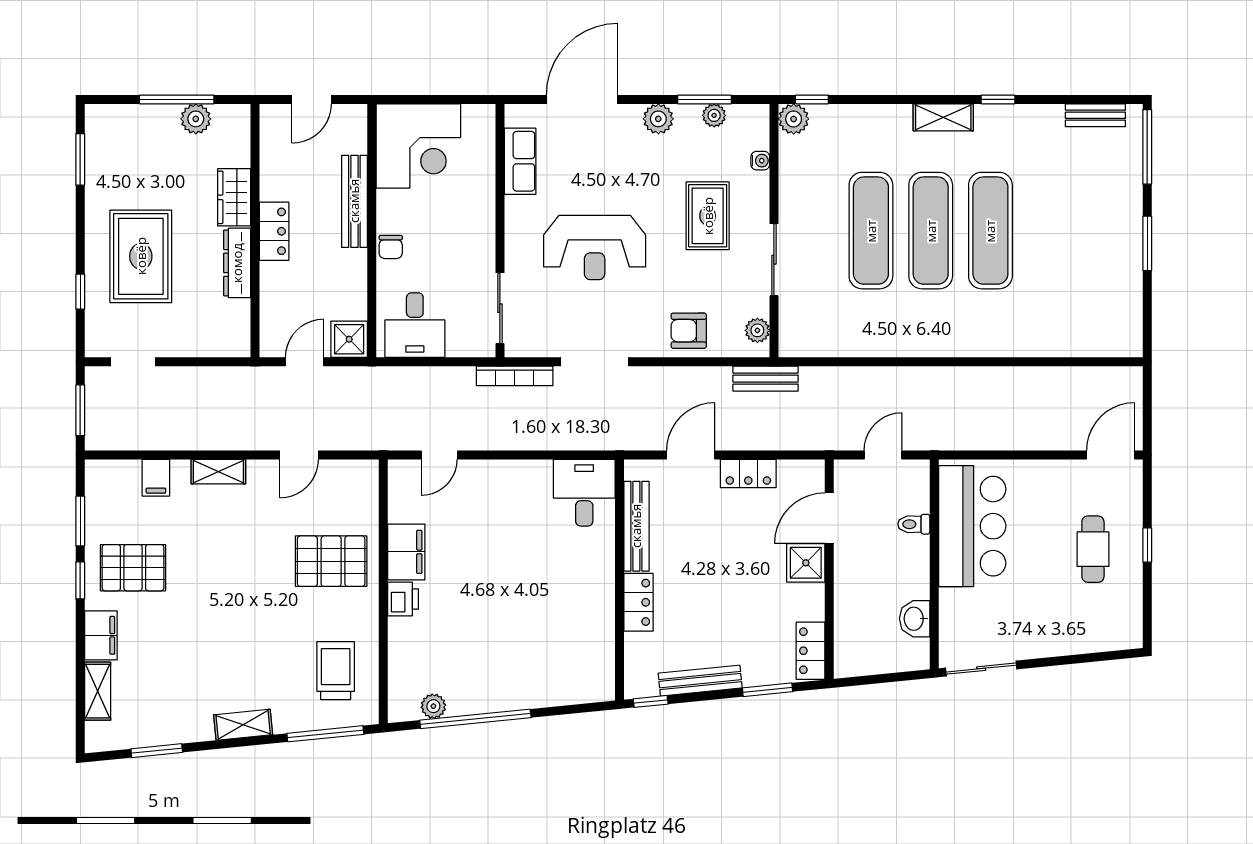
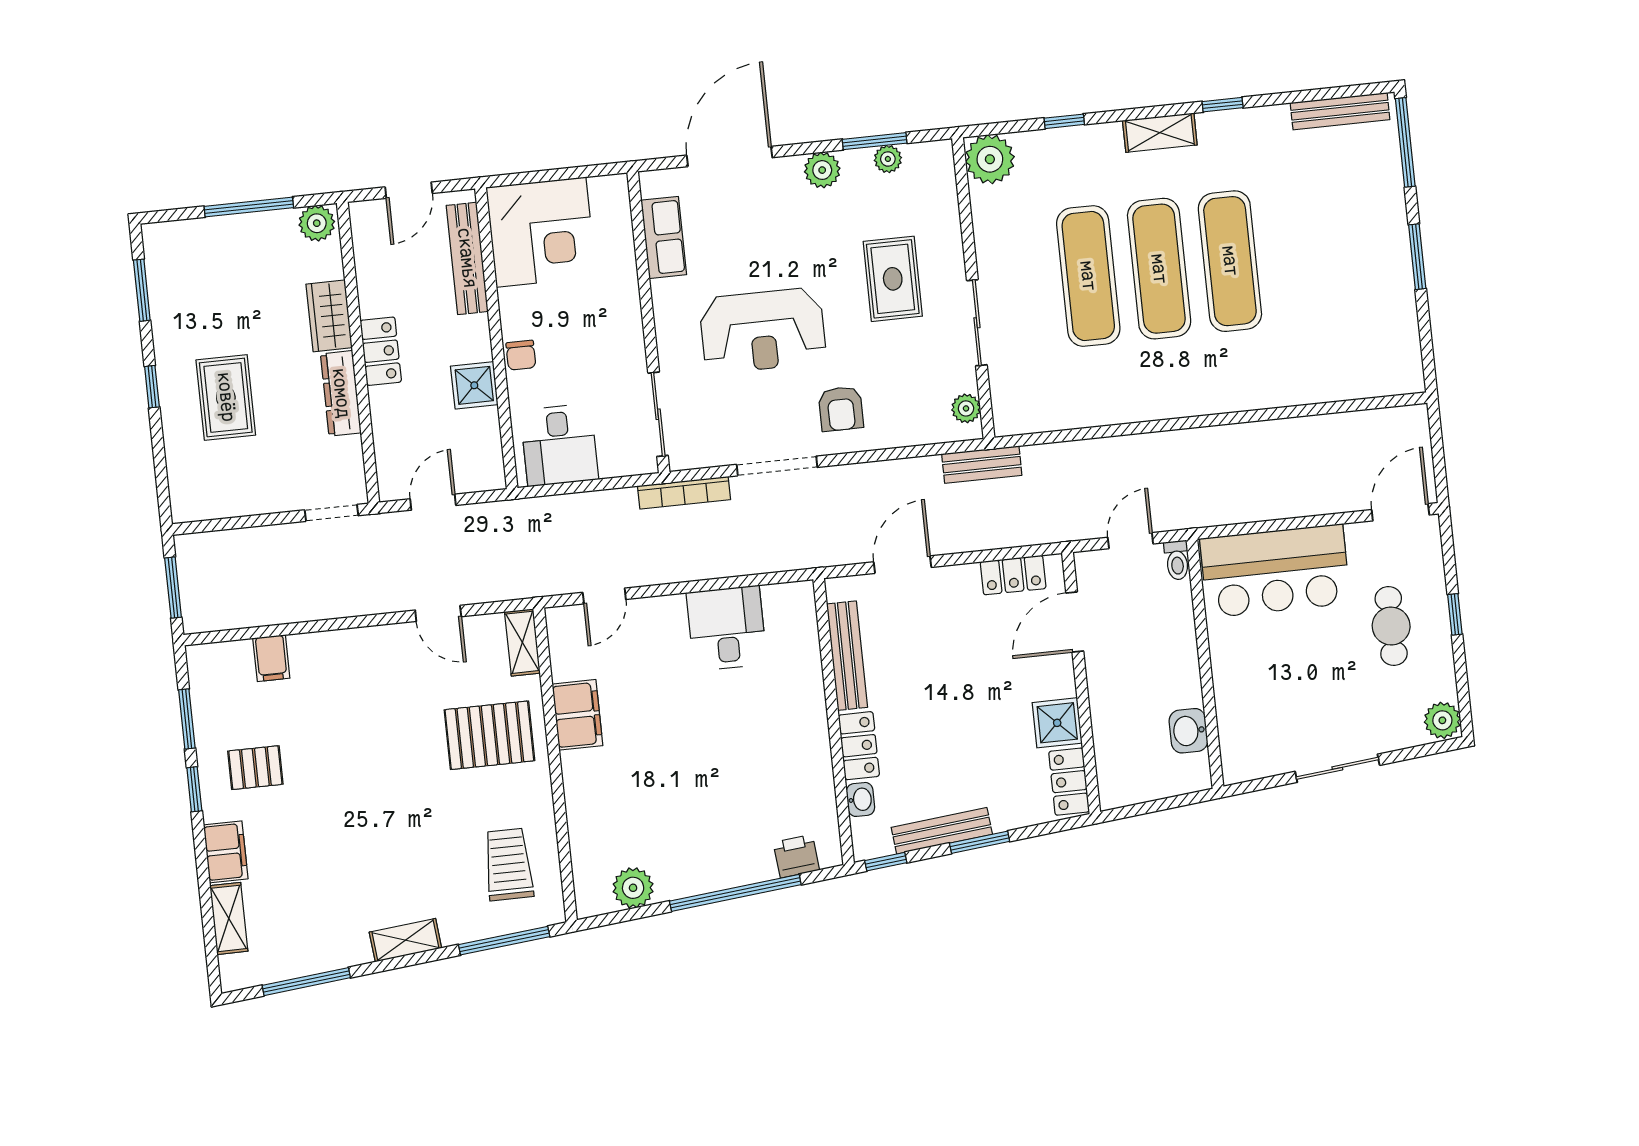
window: (812, 99) -> (1064, 121), moved
bench: (1095, 115) -> (1340, 111), width x1.36
plant: (196, 119) -> (317, 223), moved
plant: (794, 119) -> (990, 159), width x1.36, depth x1.36
water cooler: (760, 161) -> (948, 207), removed
bench: (354, 201) -> (467, 258), moved
rug: (141, 256) -> (226, 397), width x0.73, depth x0.70
window: (80, 292) -> (152, 387), moved
armchair: (689, 331) -> (841, 409), moved, turned -90
shower: (349, 339) -> (474, 385), moved
doorway: (133, 362) -> (332, 513), moved
door: (299, 455) -> (438, 613), hinge flipped
shelving: (218, 472) -> (522, 642), moved, turned 90
locker: (748, 473) -> (1013, 575), moved
desk: (584, 493) -> (727, 628), moved
toilet: (914, 524) -> (1177, 560), moved, turned -90
bar counter: (972, 526) -> (1275, 571), moved, turned 90
shower: (806, 563) -> (1057, 723), moved
pallet: (133, 568) -> (255, 768), width x0.67, depth x0.71
printer: (403, 599) -> (796, 856), moved, turned -96
plant: (1127, 632) -> (1442, 720), added
washbasin: (635, 647) -> (860, 799), added
sliding door: (981, 669) -> (1337, 768), moved
window: (767, 690) -> (980, 842), moved
plant: (433, 706) -> (633, 888), width x1.38, depth x1.38
window: (475, 719) -> (735, 893), moved
window: (157, 751) -> (306, 982), width x1.44

